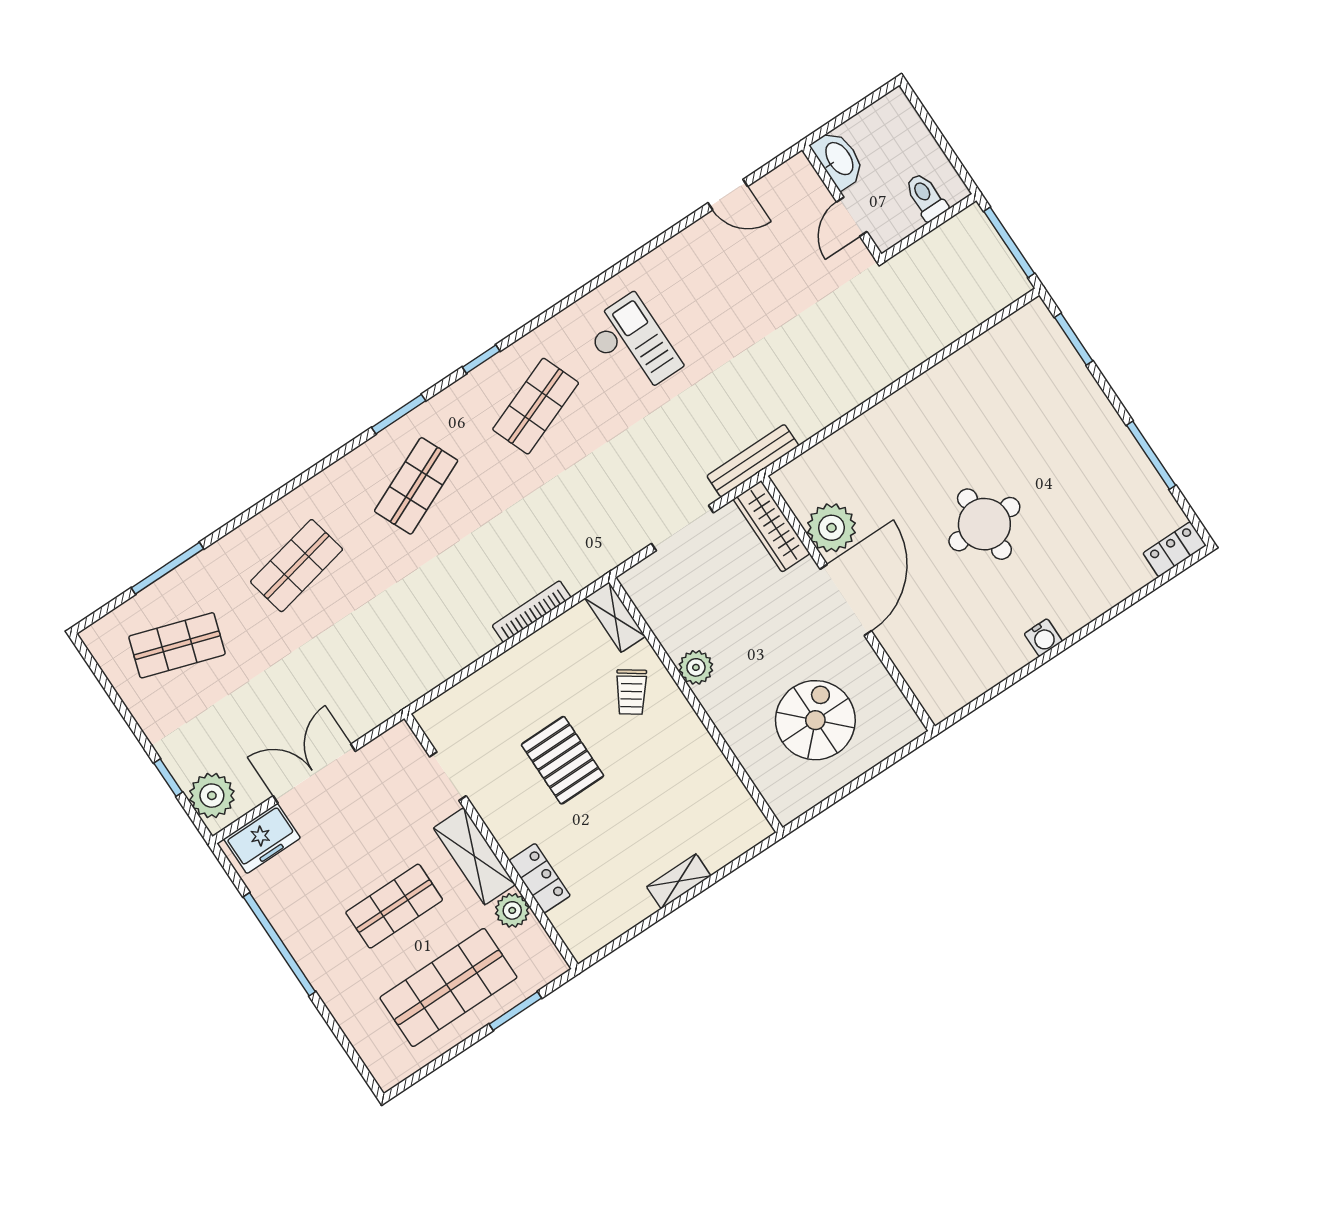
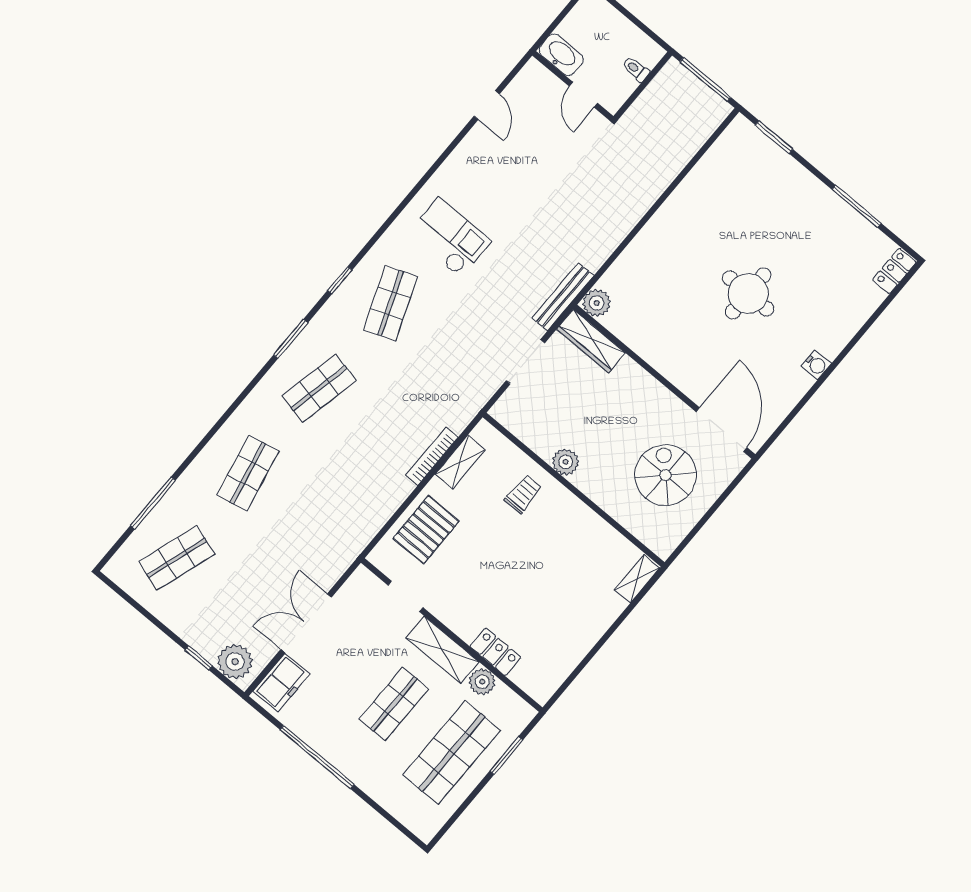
door: (728, 195) -> (487, 105), hinge flipped
toilet: (926, 197) -> (636, 69), width x0.73, depth x0.72
shop shelf: (416, 486) -> (319, 388), turned 36
plant: (831, 528) -> (597, 303), moved, width x0.73, depth x0.73
door: (846, 600) -> (722, 430), moved
shelving: (615, 617) -> (460, 462), moved, turned 90
trolley: (631, 692) -> (523, 494), turned -125
pallet: (563, 760) -> (426, 530), moved, turned 90
shelving: (679, 881) -> (637, 579), moved

